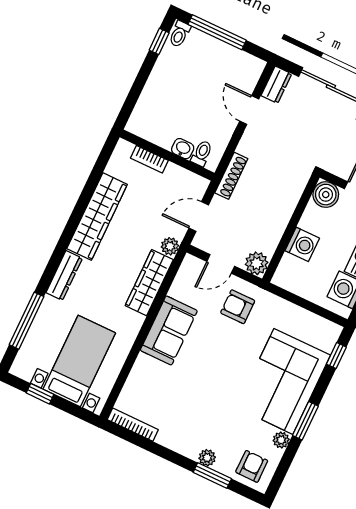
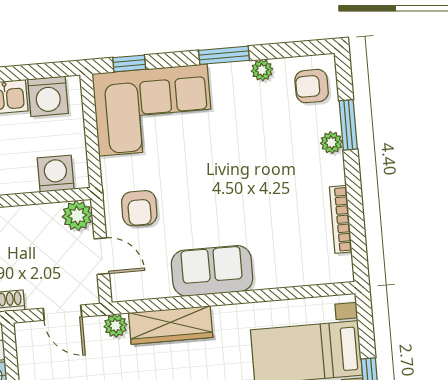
washing machine: (302, 244) -> (56, 174), moved
corner sofa: (283, 381) -> (153, 110), moved
bookcase: (133, 425) -> (341, 219), moved

